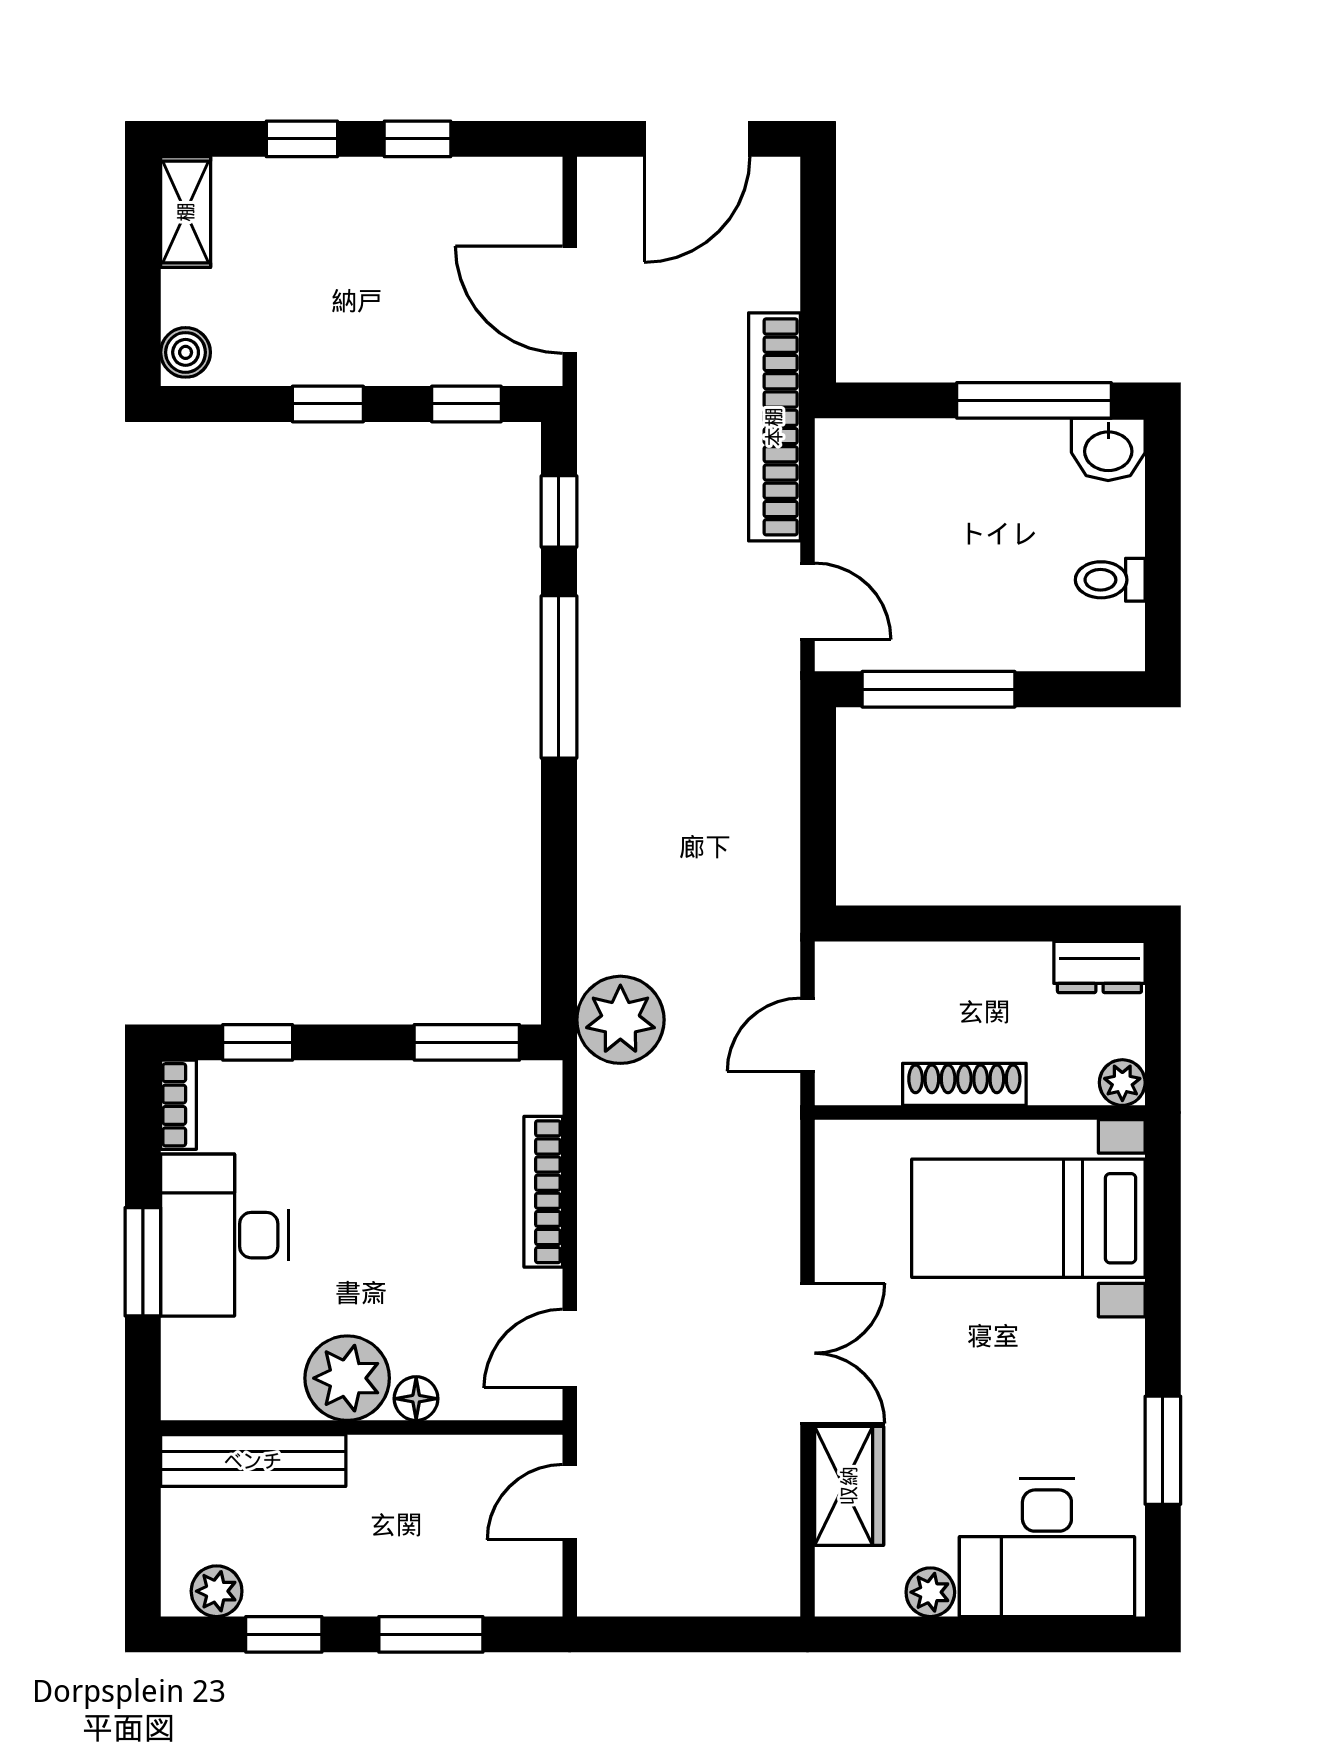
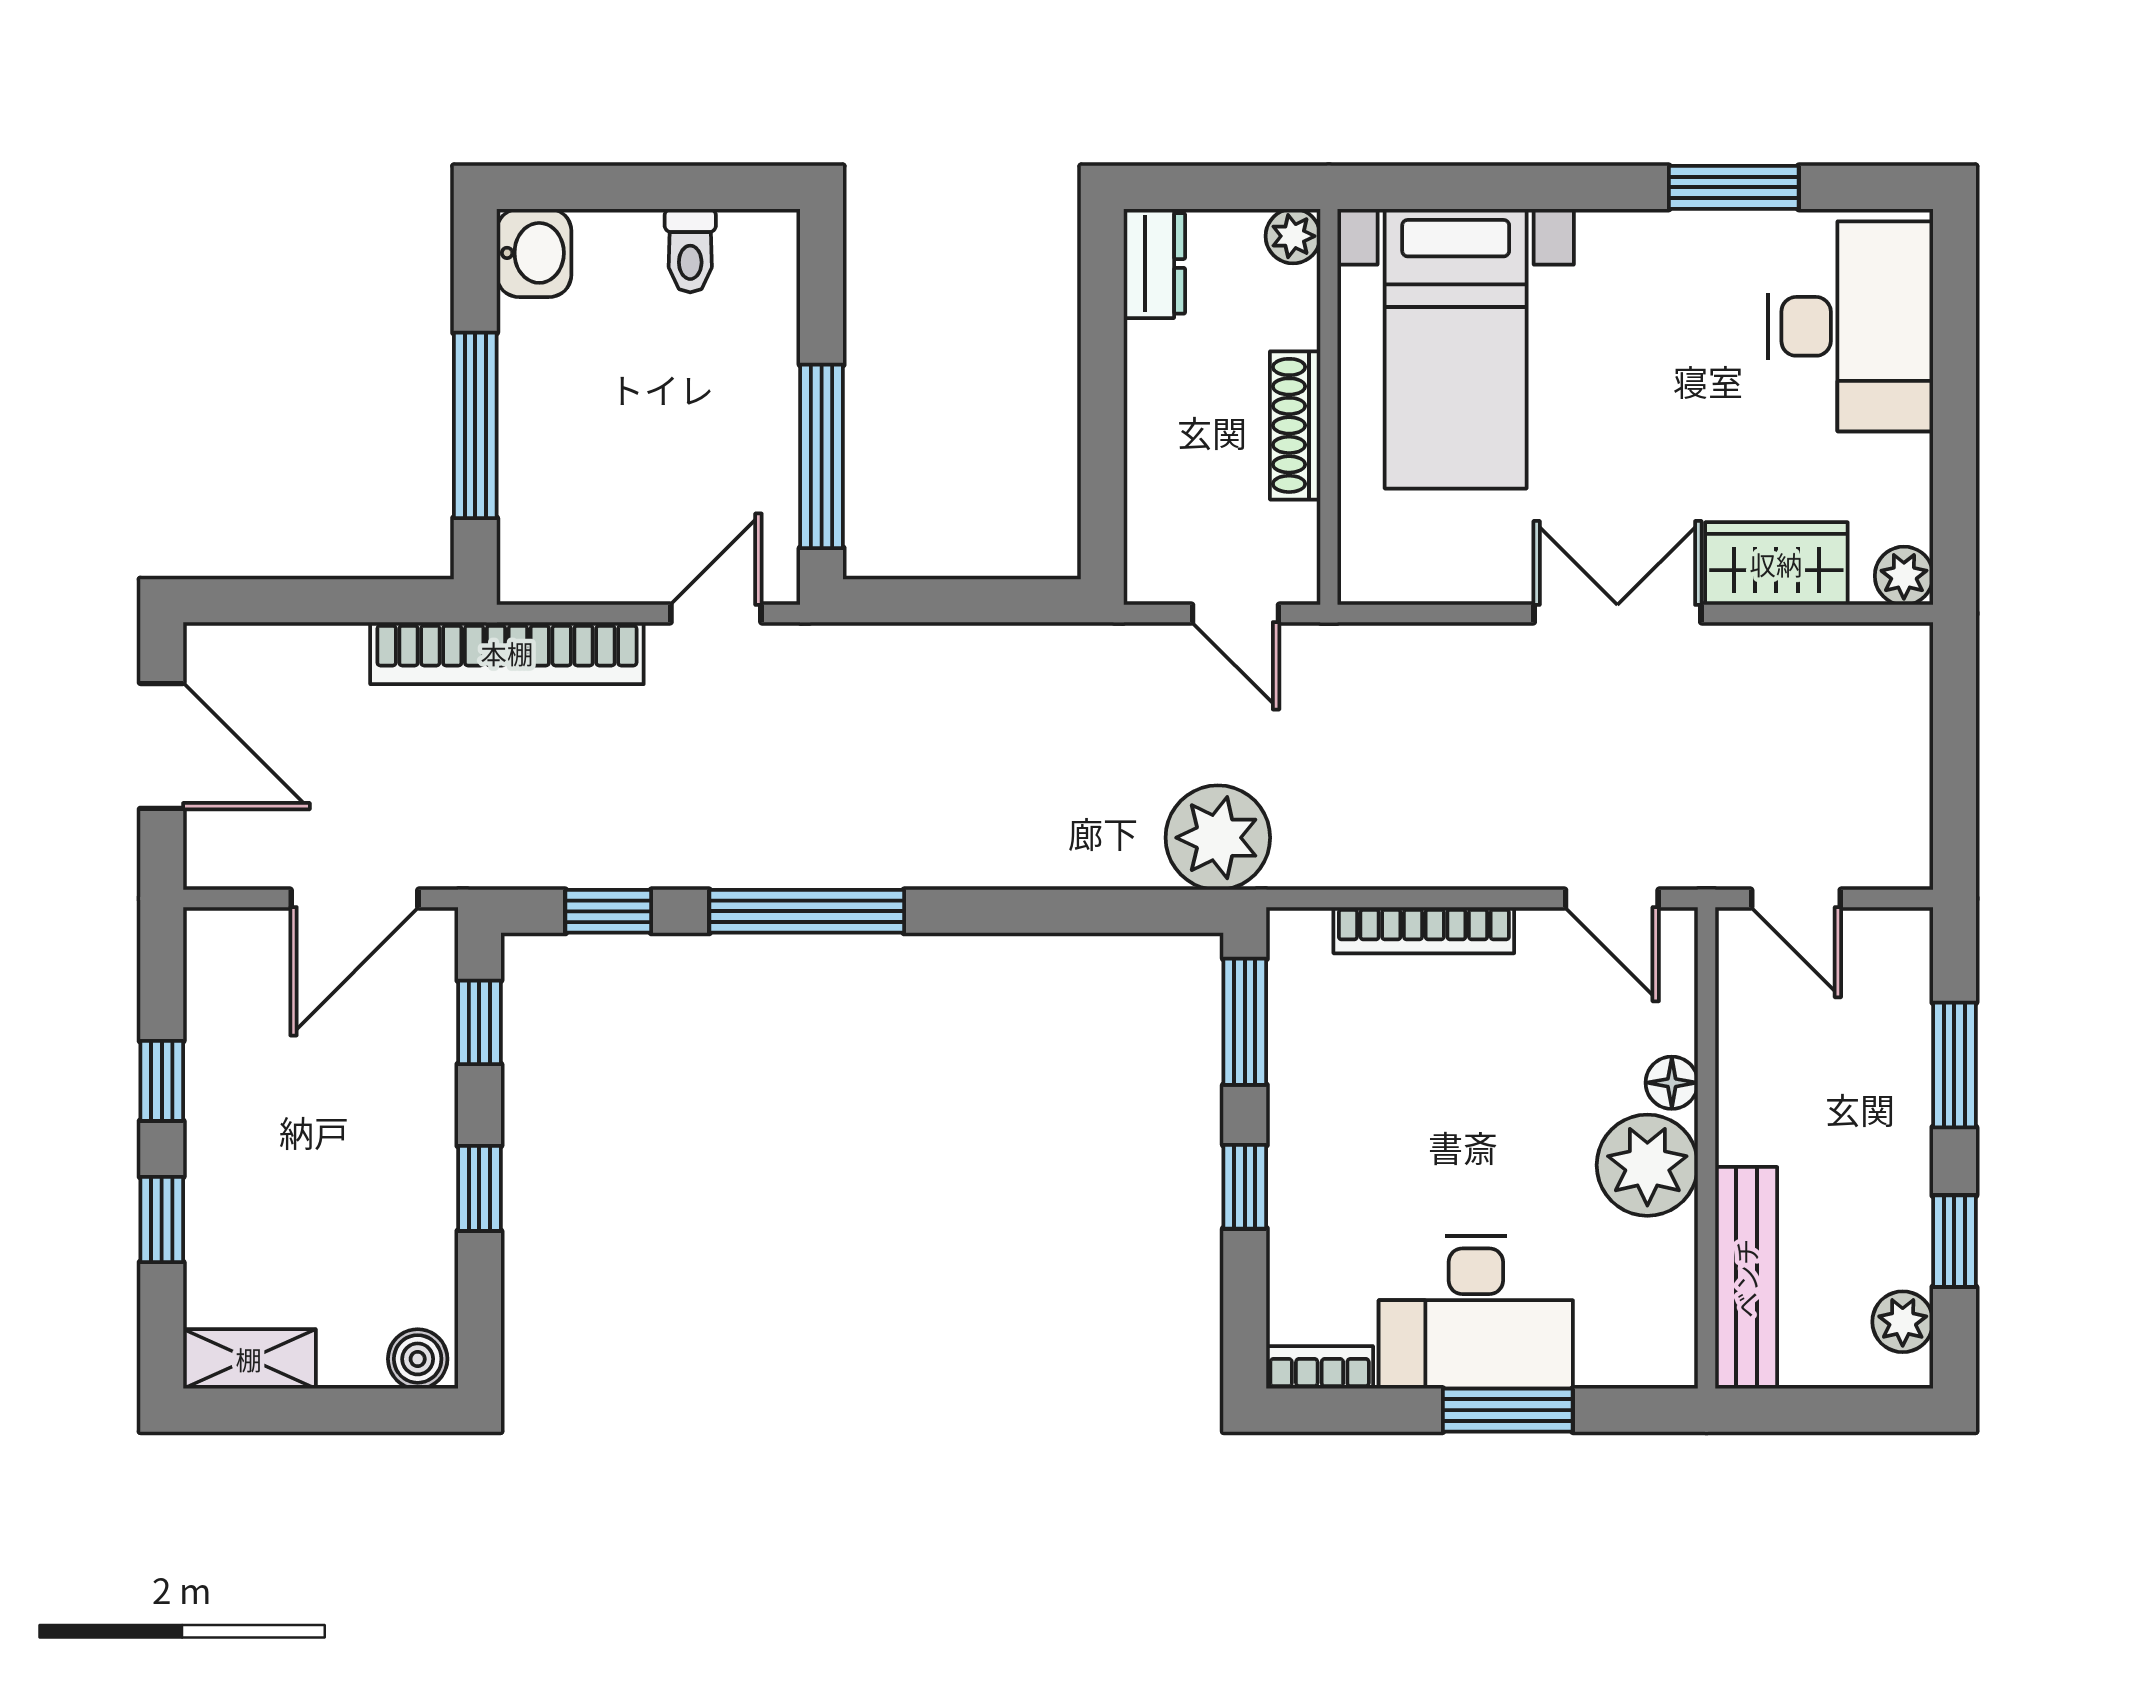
window: (1034, 400) -> (475, 425), moved
window: (258, 1042) -> (1245, 1187), moved
plant: (930, 1592) -> (1904, 576), moved

